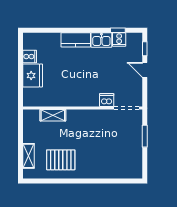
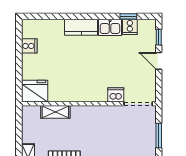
fridge: (33, 76) -> (35, 91), moved, turned -90

